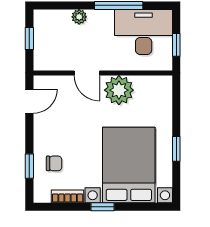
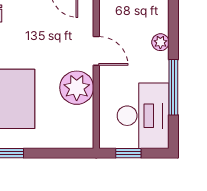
door: (87, 73) -> (96, 51), swing flipped

